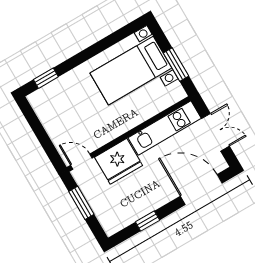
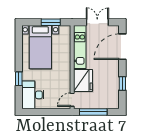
window: (46, 78) -> (19, 79), moved
desk: (55, 100) -> (33, 95), added
window: (81, 203) -> (93, 112), width x1.44

